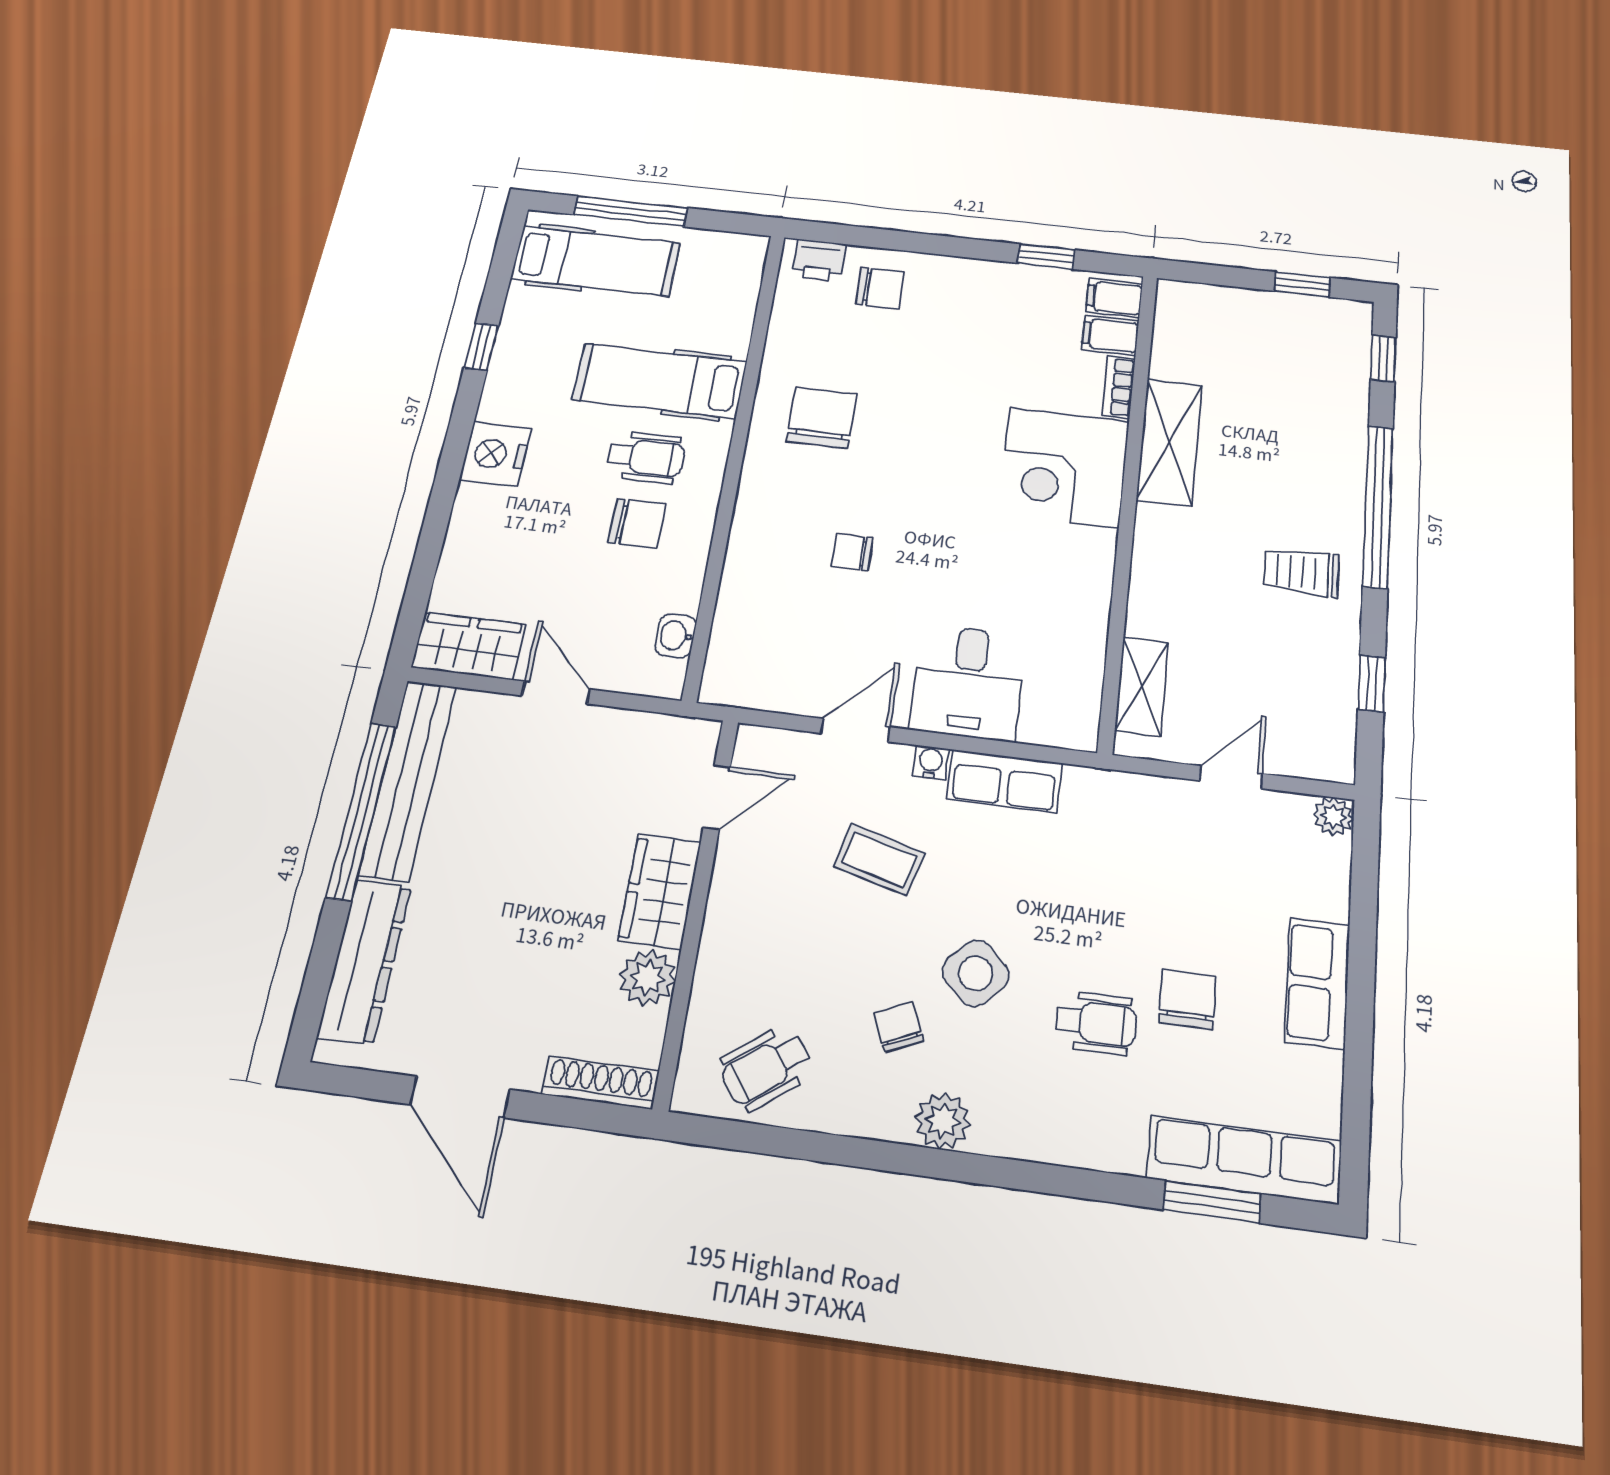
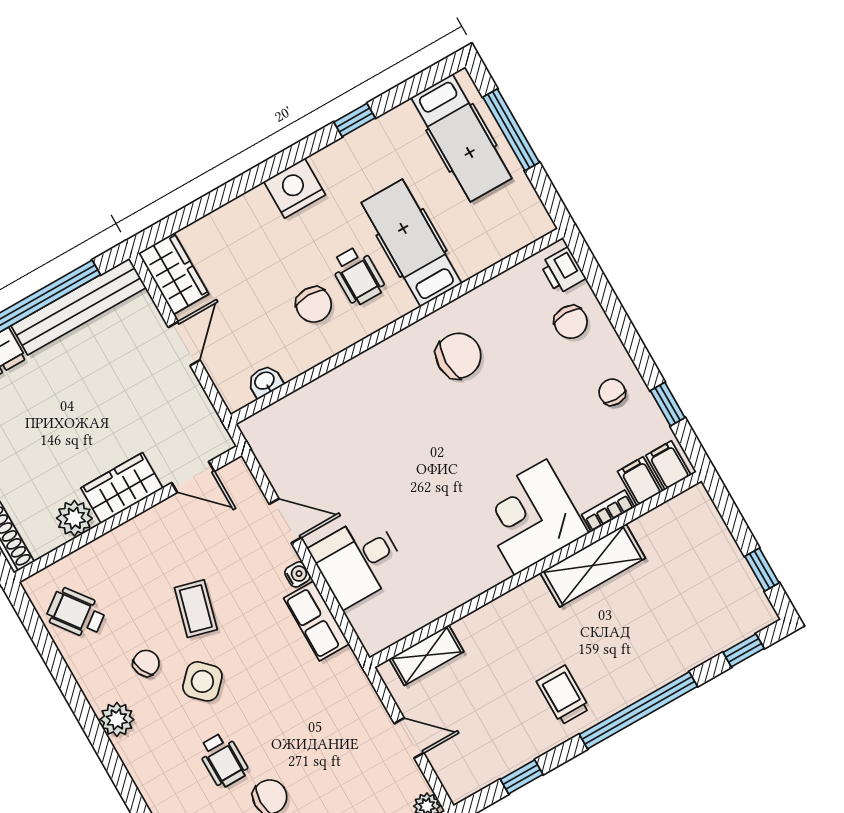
chair: (852, 552) -> (612, 392), moved
coffee table: (879, 860) -> (196, 609), moved

